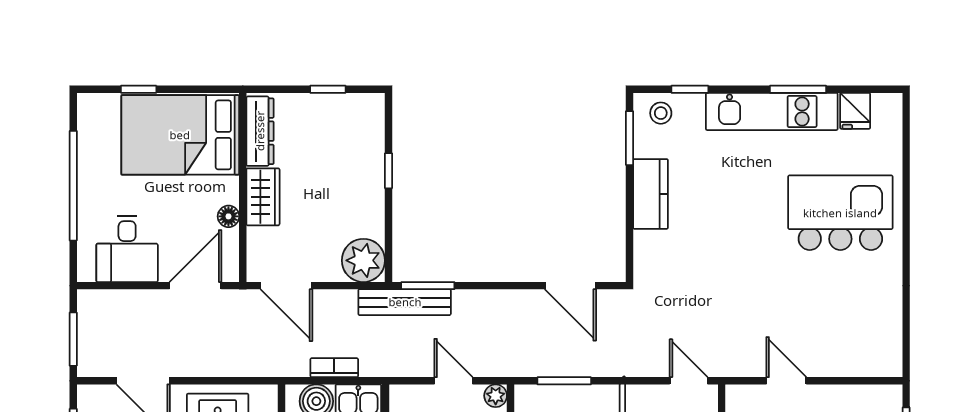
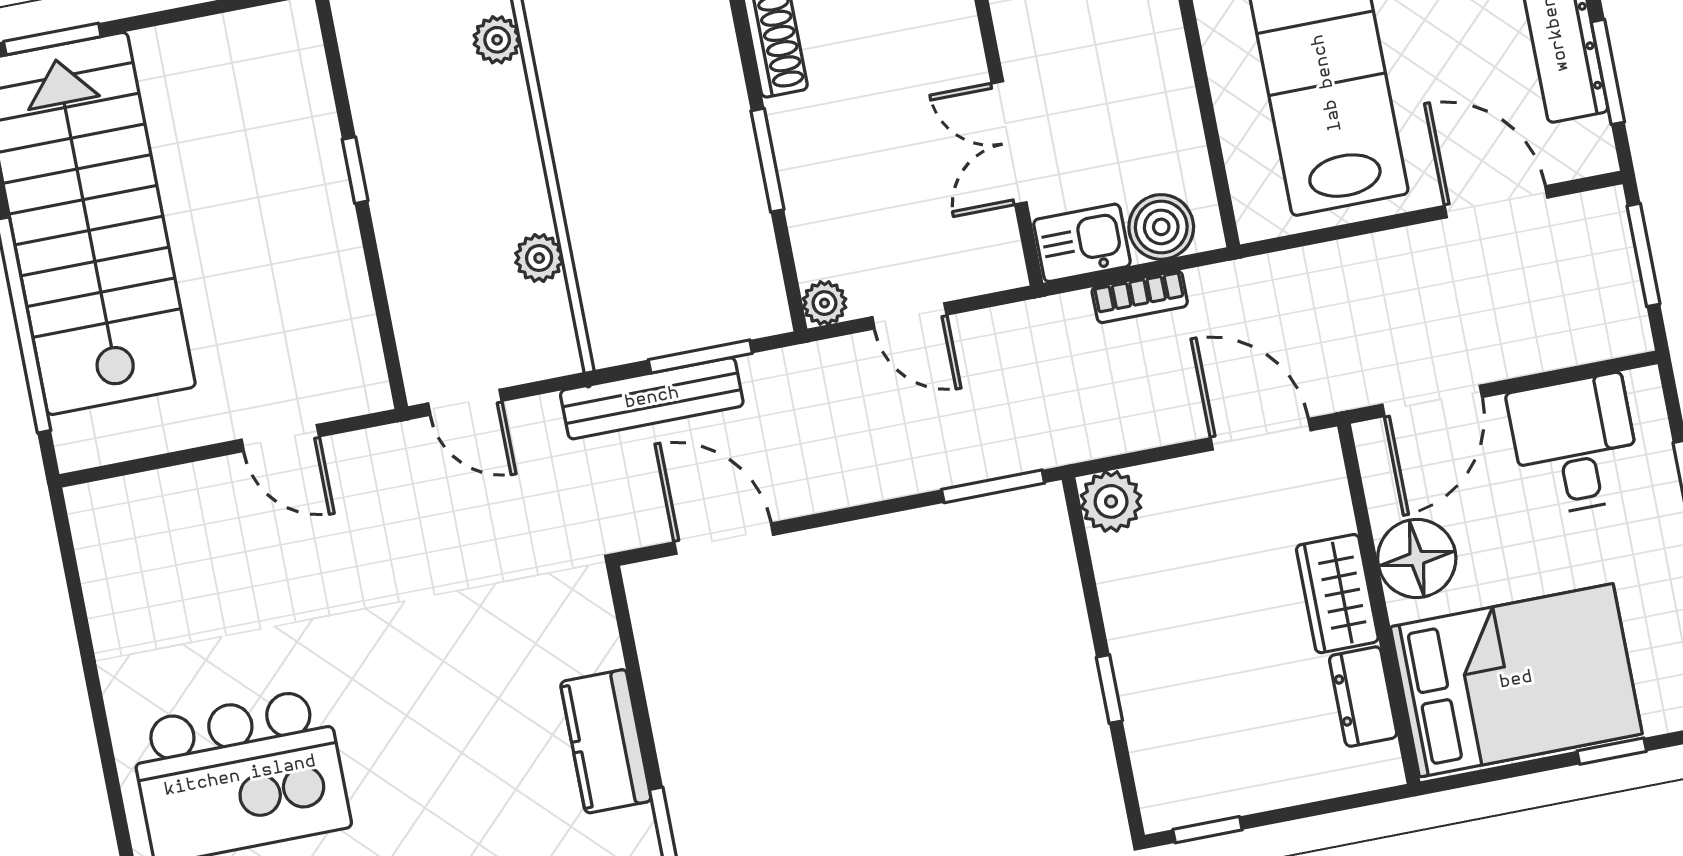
window: (328, 89) -> (1207, 830), moved
dresser: (260, 131) -> (1363, 697), width x0.70
floor lamp: (228, 216) -> (1417, 558), width x1.89, depth x1.89
plant: (363, 260) -> (1111, 501), width x0.73, depth x0.73
bench: (405, 302) -> (652, 398), moved

